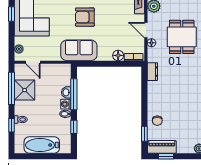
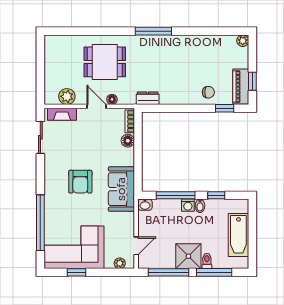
door: (146, 30) -> (96, 106), swing flipped
shower: (25, 90) -> (188, 256), moved
washbasin: (66, 92) -> (145, 205), moved
window: (11, 125) -> (214, 272), width x2.17

